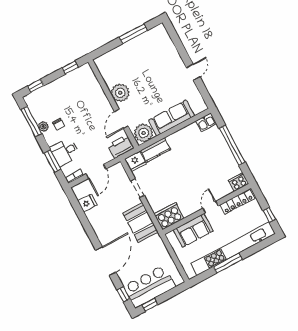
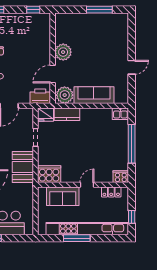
locker: (237, 202) -> (111, 192), width x0.66

